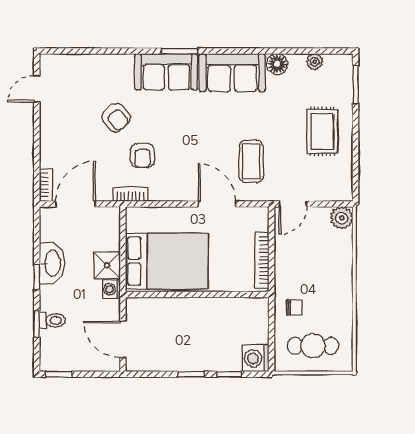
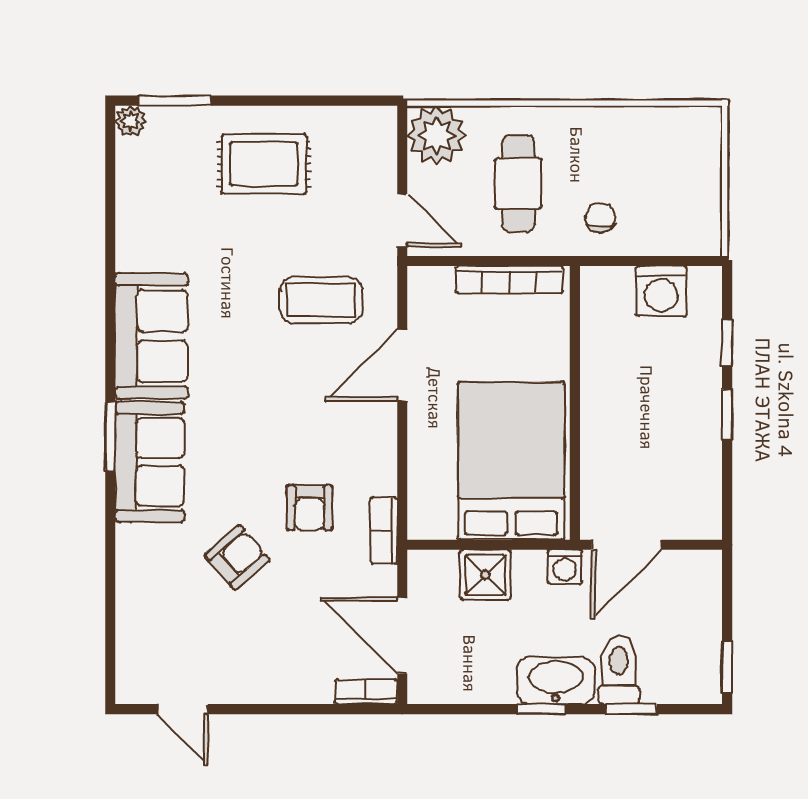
plant: (315, 62) -> (131, 121), moved
floor lamp: (277, 64) -> (135, 250), removed
armchair: (142, 155) -> (309, 508), turned 90
plant: (342, 218) -> (437, 135), width x1.36, depth x1.36
washbasin: (52, 263) -> (556, 680), moved
shower: (107, 265) -> (485, 575), moved
toilet: (52, 320) -> (619, 670), width x1.37, depth x1.39
door: (123, 339) -> (627, 545), moved
cafe table: (313, 346) -> (518, 183), moved
washing machine: (256, 358) -> (661, 291), moved

